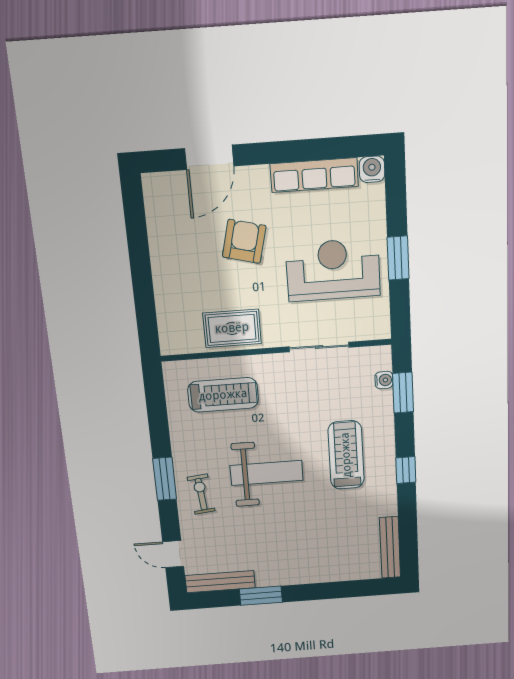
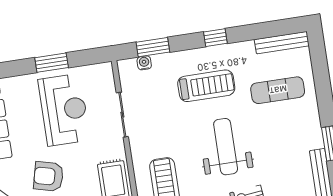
reception desk: (333, 270) -> (64, 110), turned 180
treadmill: (346, 455) -> (206, 86), turned 180
exercise mat: (332, 539) -> (278, 90), added

